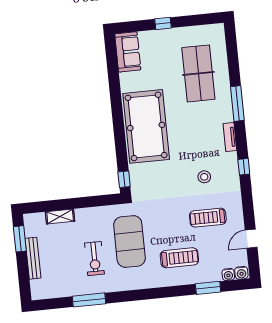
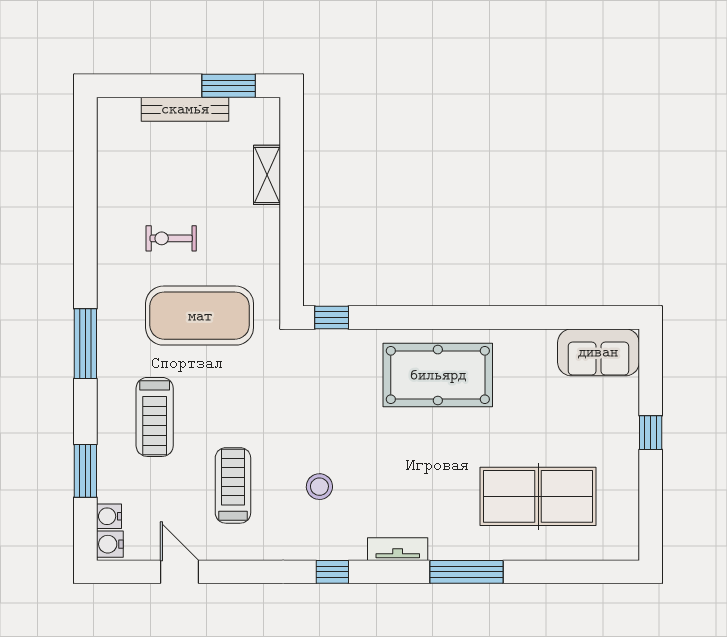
pool table: (146, 126) -> (438, 375), width x0.73, depth x0.76
exercise bike: (94, 259) -> (171, 238), width x0.73, depth x0.72
window: (89, 300) -> (85, 344), moved

